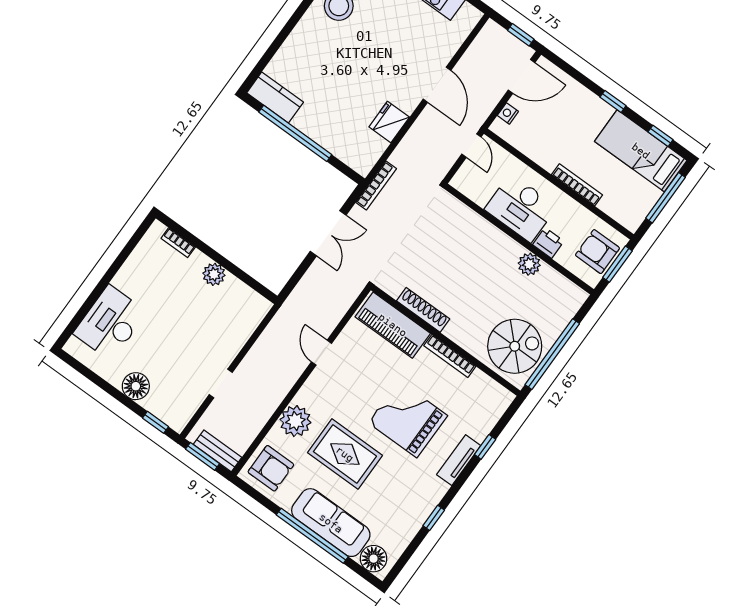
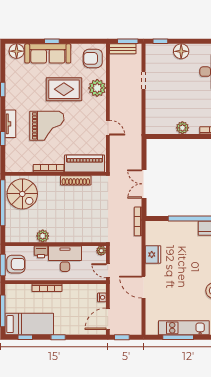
plant: (460, 182) -> (101, 251), added
spiral stairs: (515, 346) -> (22, 194), turned -90
window: (312, 536) -> (52, 41), width x0.32

